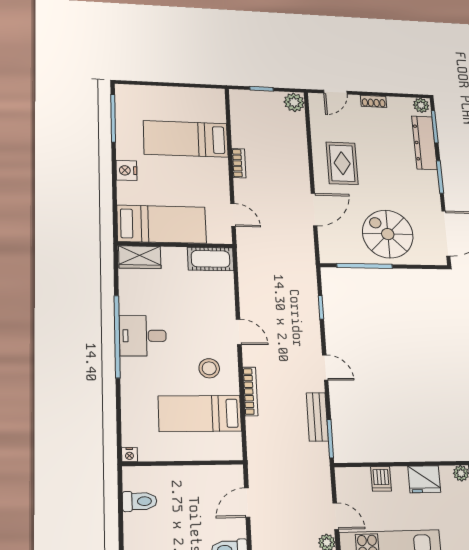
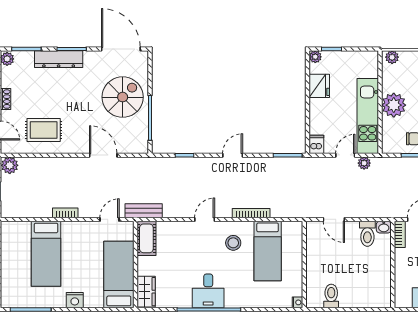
dresser: (424, 143) -> (59, 59), moved
rug: (342, 163) -> (44, 130), moved
spiral stairs: (388, 234) -> (123, 97), turned 180
bench: (317, 417) -> (144, 211), moved
dishwasher: (381, 479) -> (316, 144), moved, turned -90

